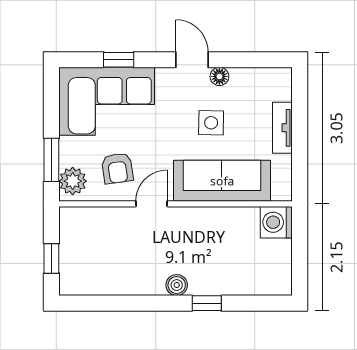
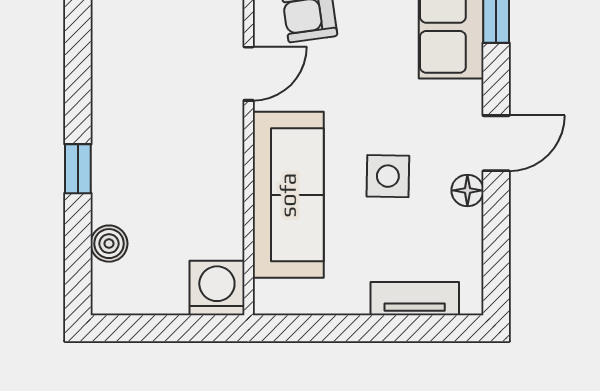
tv unit: (282, 128) -> (415, 299), moved
door: (151, 204) -> (249, 74), hinge flipped
boiler: (177, 285) -> (109, 244), moved

